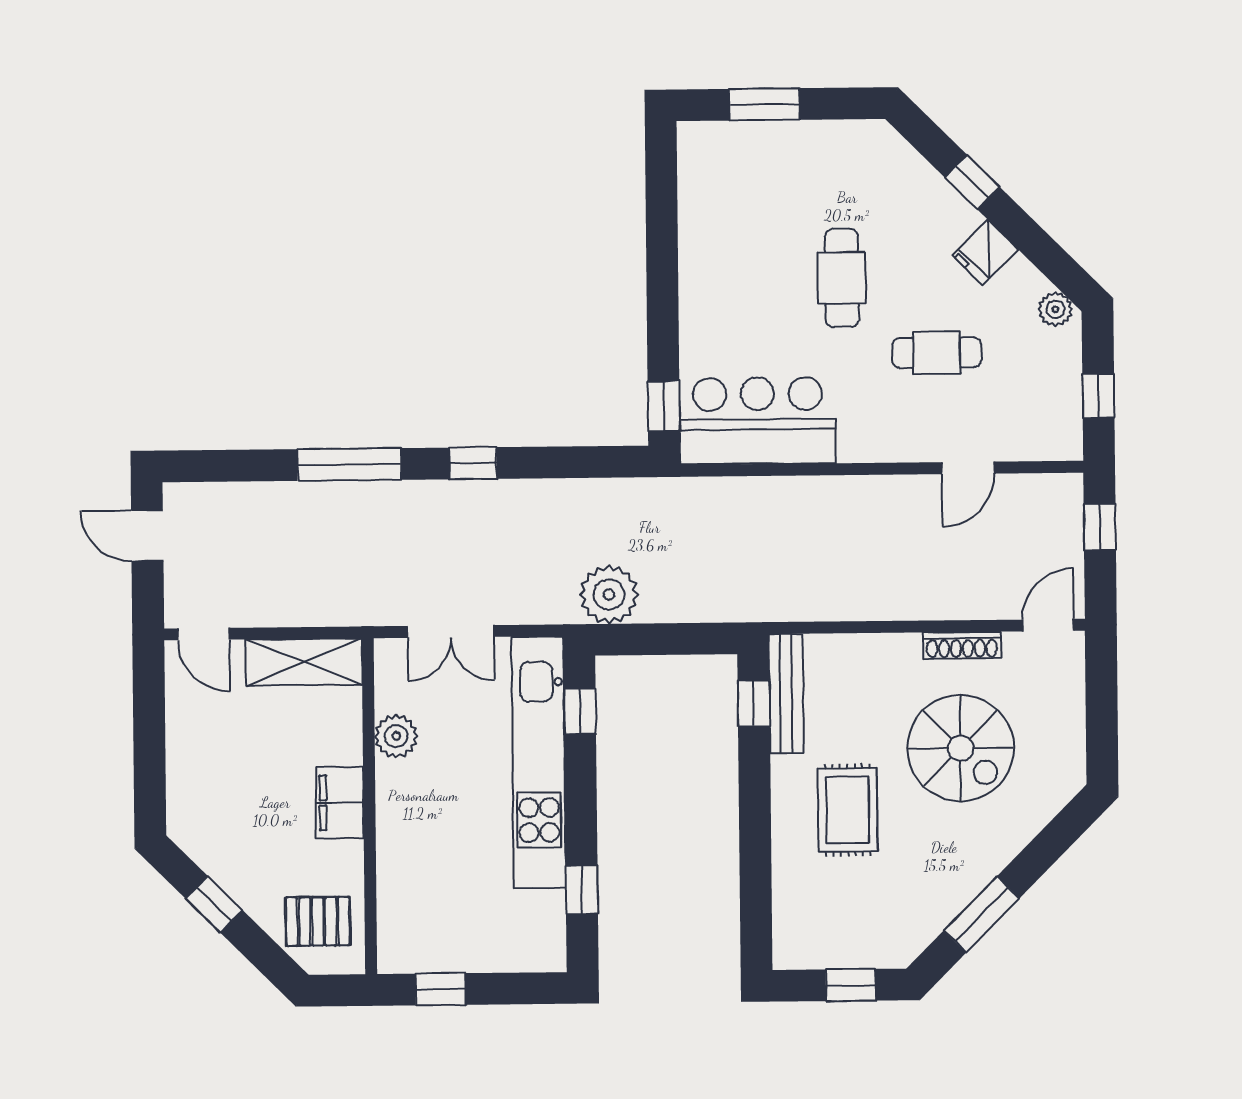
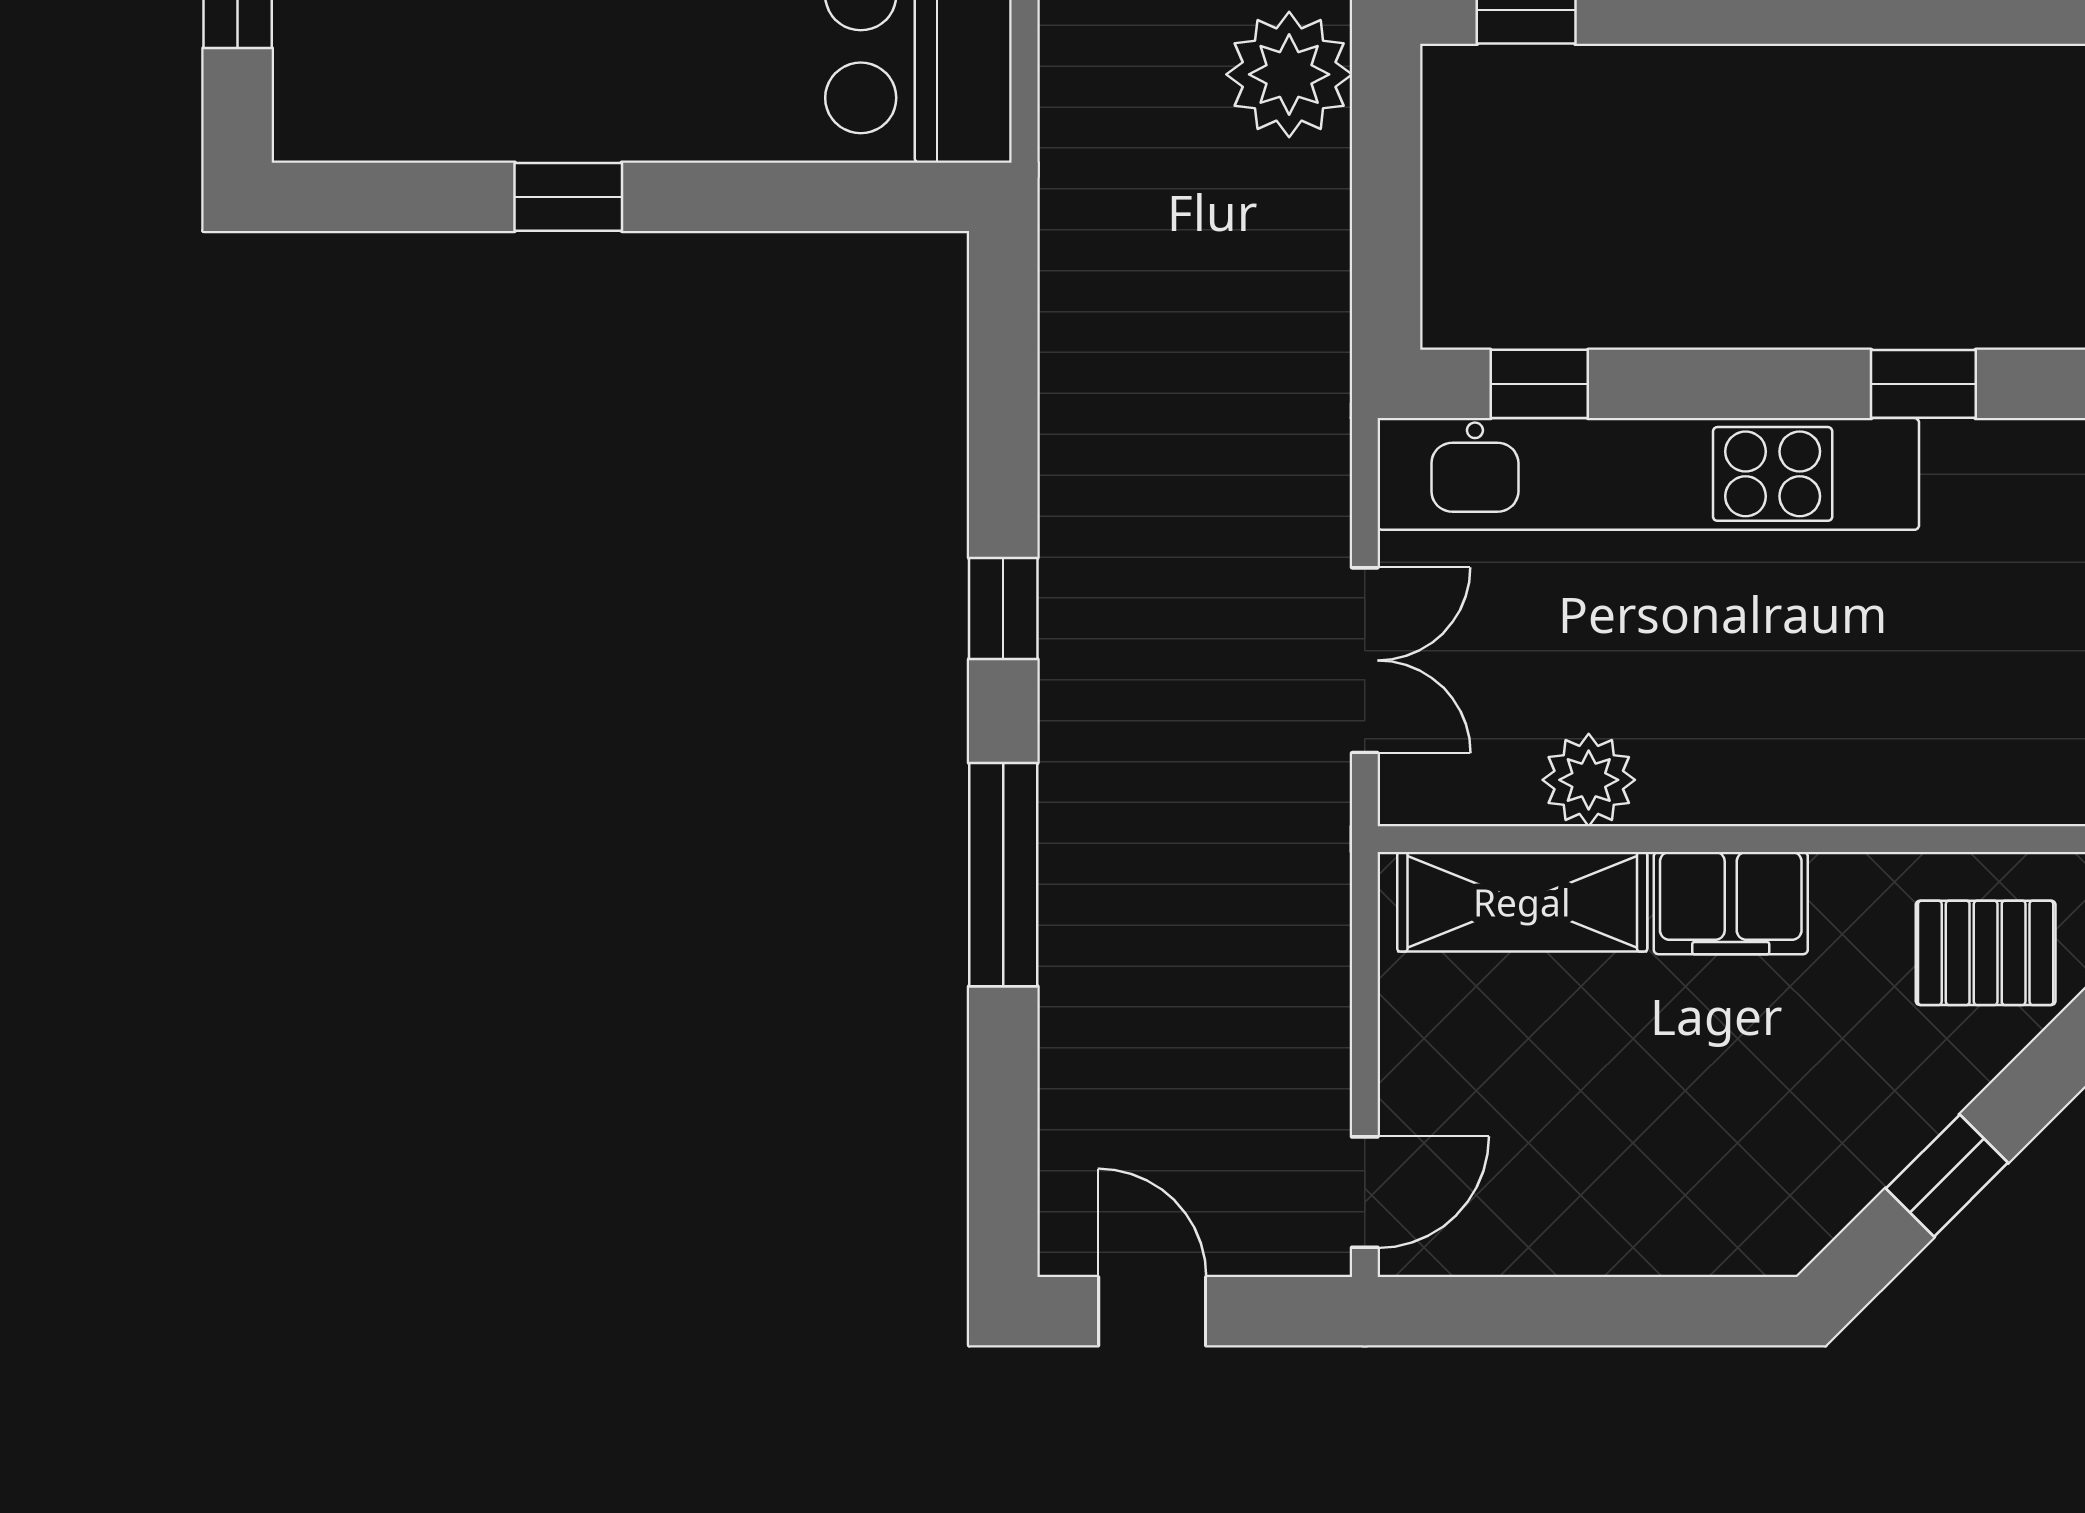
window: (664, 406) -> (568, 197), moved
door: (147, 536) -> (1152, 1311), swing flipped
plant: (609, 595) -> (1289, 74), moved
shelving: (304, 662) -> (1522, 902), moved, turned 90
pallet: (318, 921) -> (1986, 953), turned 90

